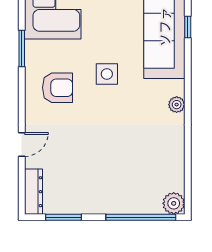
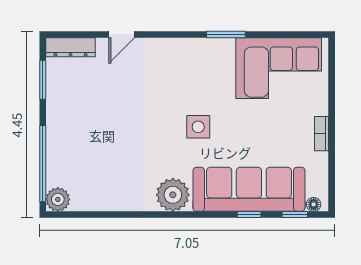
armchair: (58, 88) -> (183, 73), removed
plant: (177, 105) -> (173, 195), width x1.88, depth x1.88
door: (22, 144) -> (122, 34), hinge flipped

